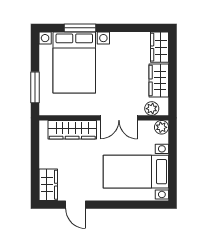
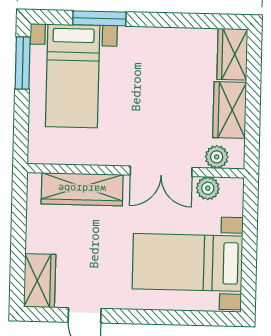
bed with nightstands: (74, 63) -> (73, 76), width x0.73
window: (35, 87) -> (23, 63), moved
plant: (161, 127) -> (208, 188), moved

